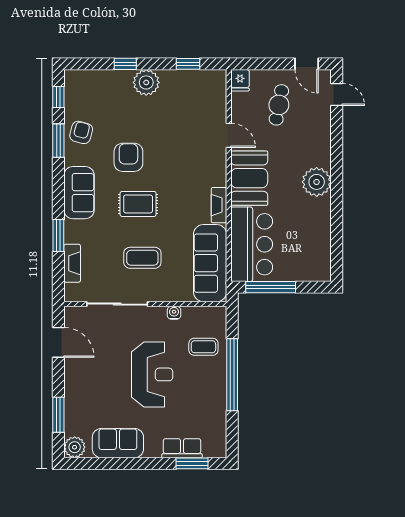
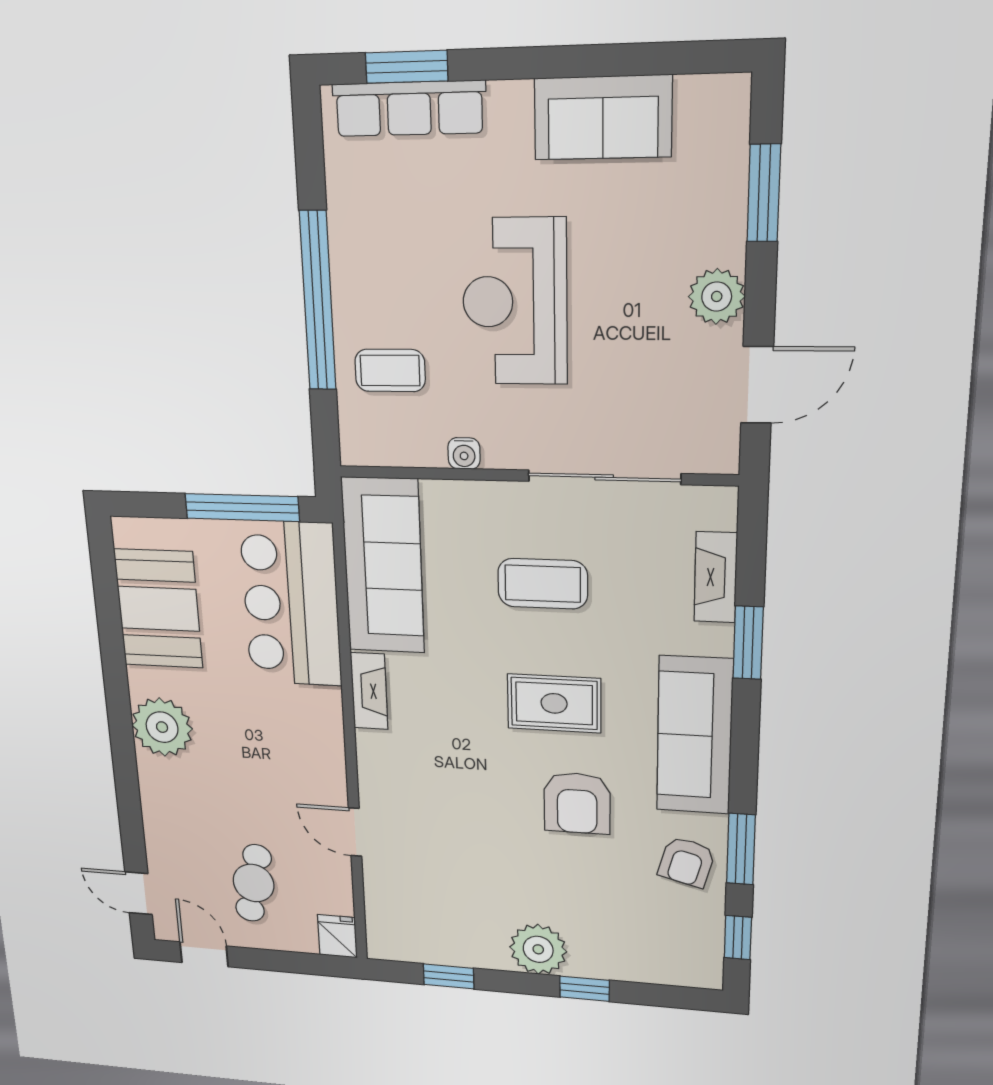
booth: (249, 178) -> (158, 609), moved
sofa: (79, 193) -> (694, 735), width x1.36
door: (58, 342) -> (757, 385), swing flipped
plant: (75, 447) -> (717, 296), moved
row of seats: (182, 448) -> (409, 108), width x1.48

